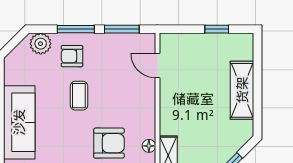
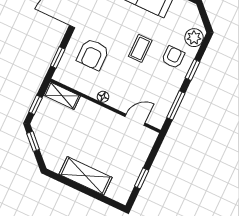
window: (76, 29) -> (193, 70), width x0.67
coffee table: (79, 96) -> (140, 48), turned 90
floor lamp: (149, 146) -> (103, 97), moved

